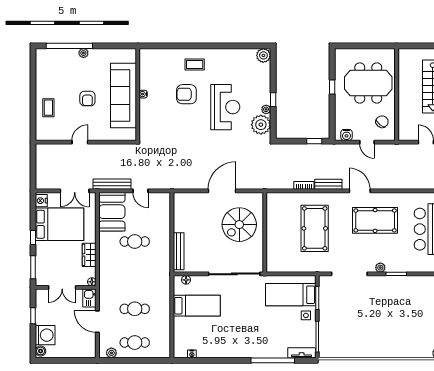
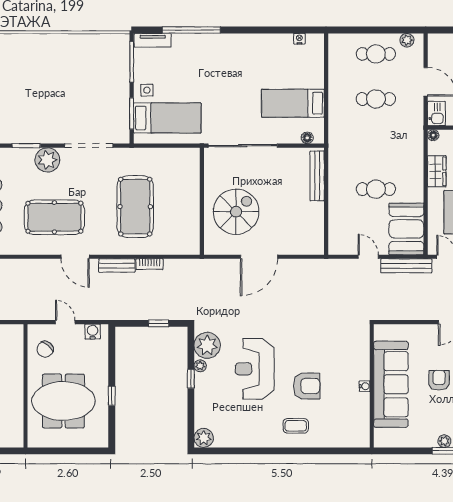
window: (314, 141) -> (159, 323), moved
plant: (380, 268) -> (47, 160), width x1.88, depth x1.88

